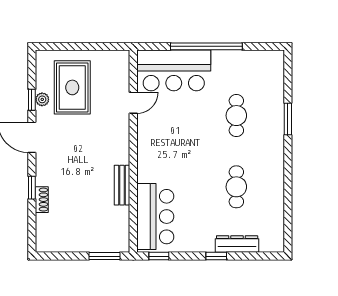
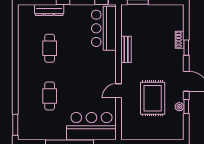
rug: (72, 87) -> (153, 98), moved
door: (133, 103) -> (119, 91), moved
window: (288, 119) -> (15, 125), moved

